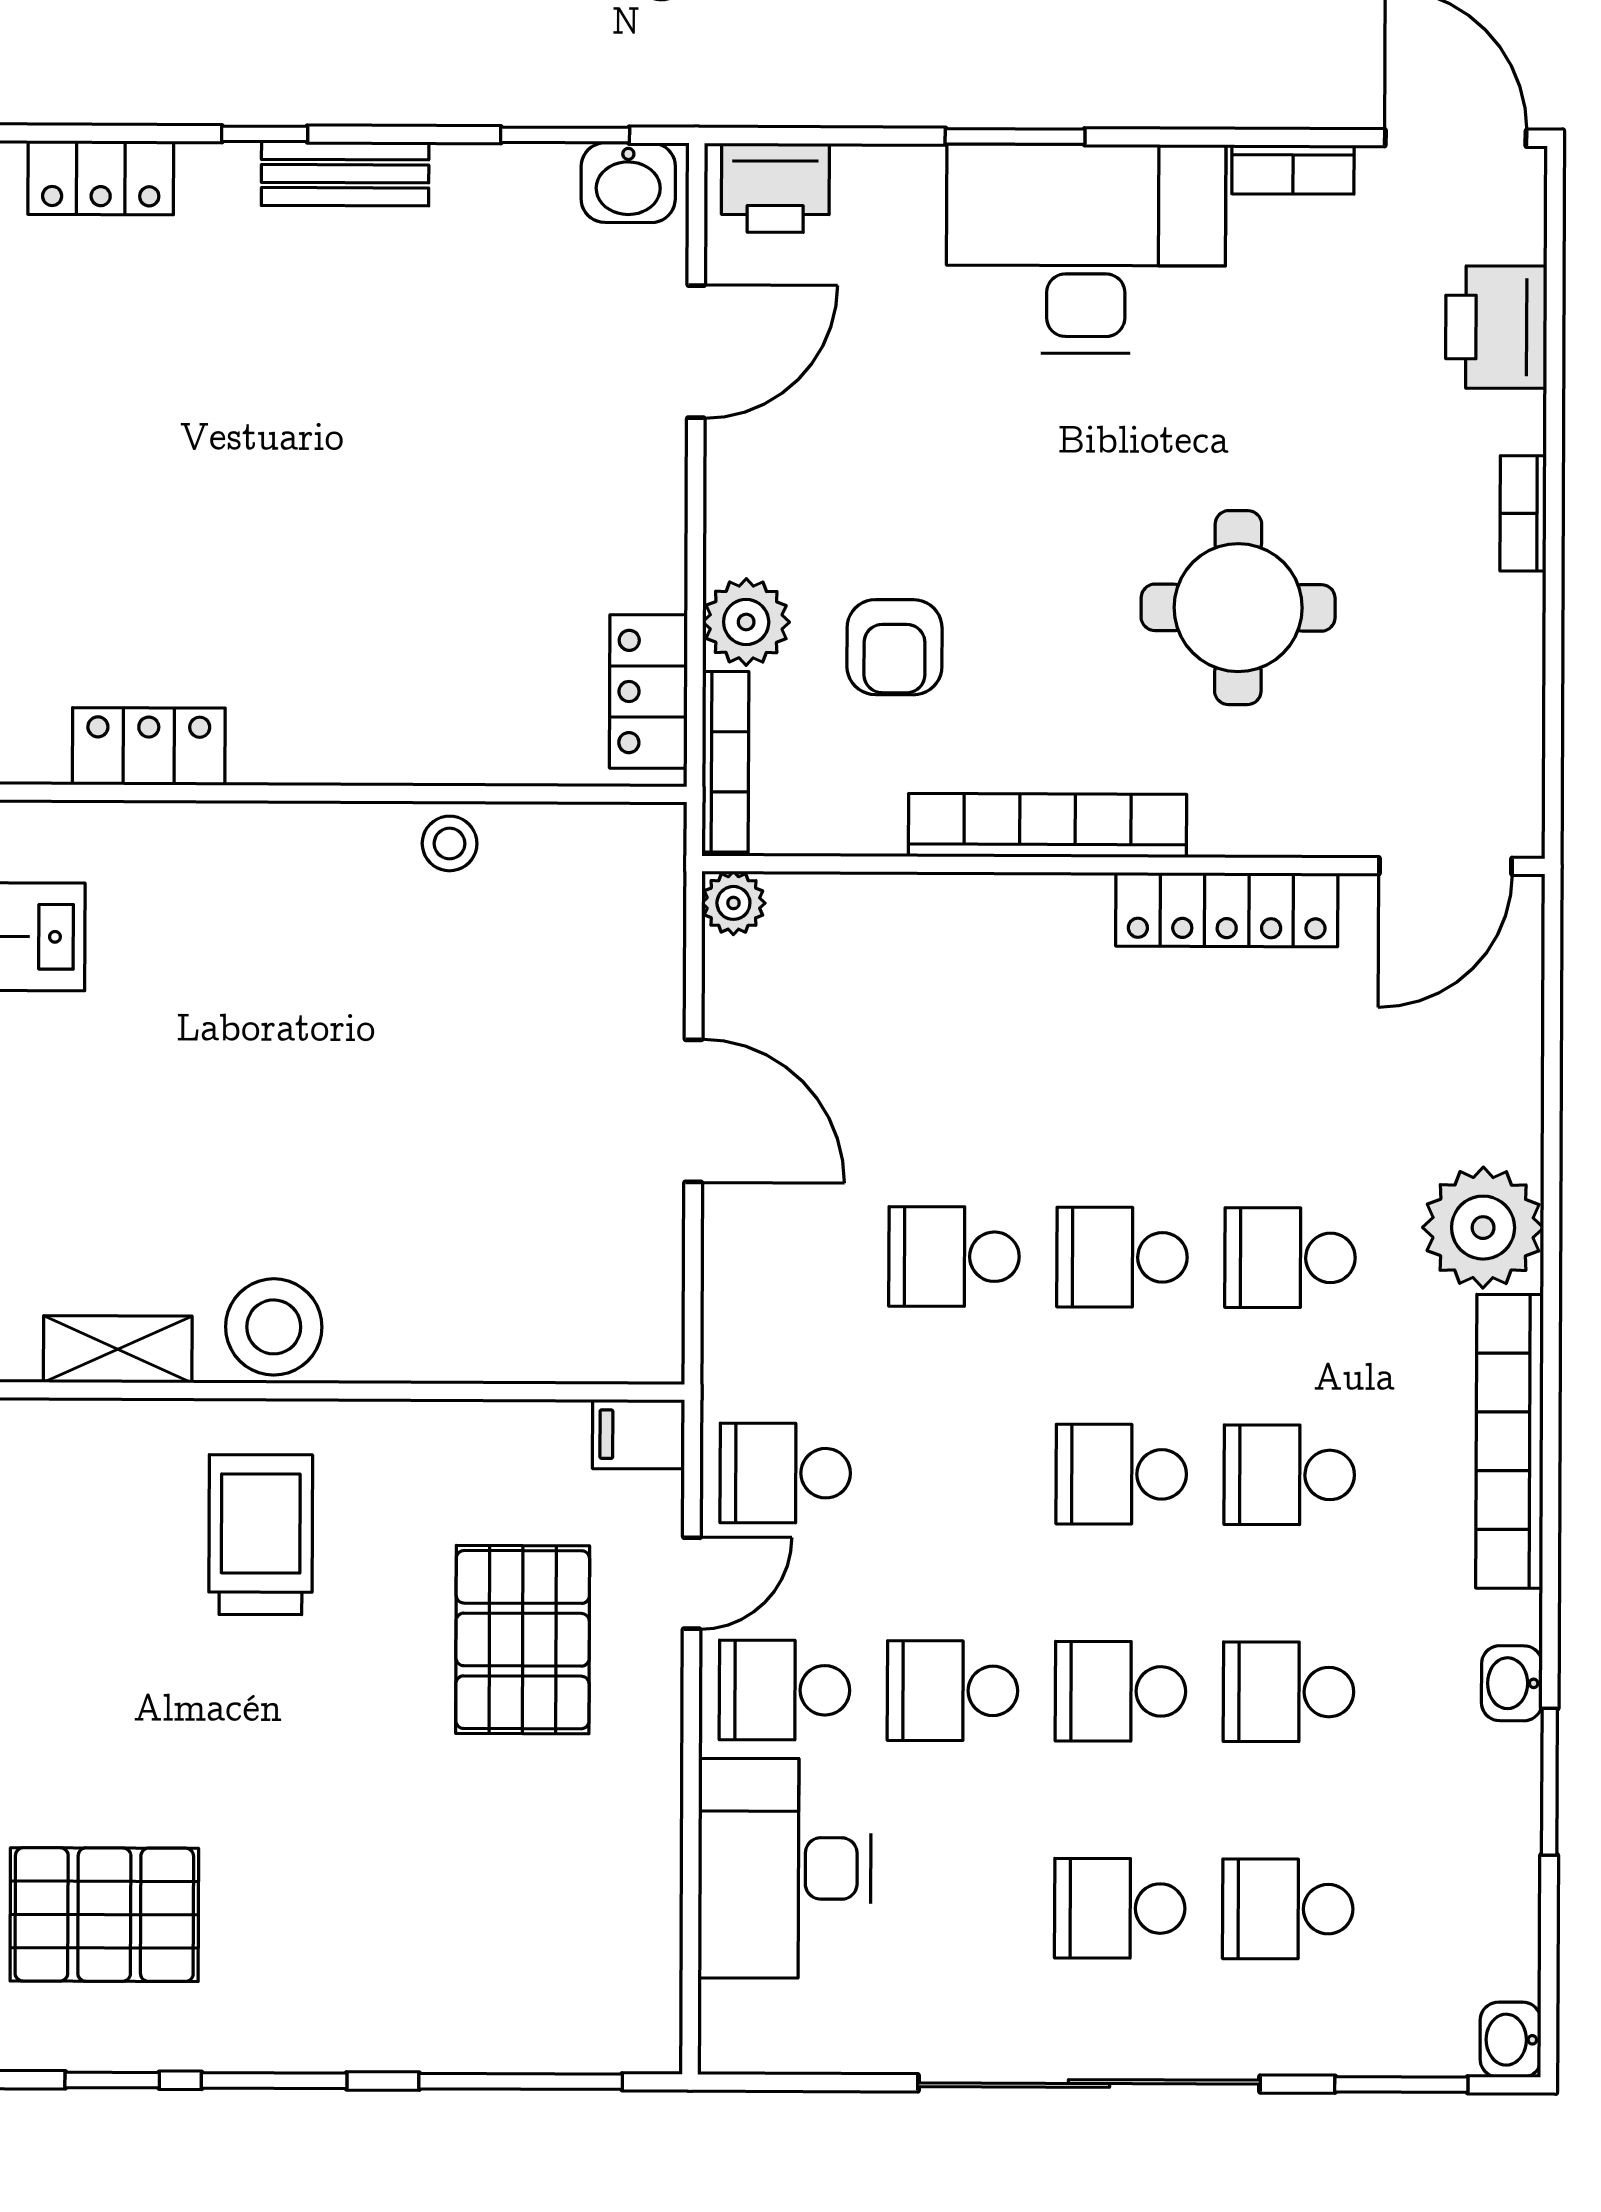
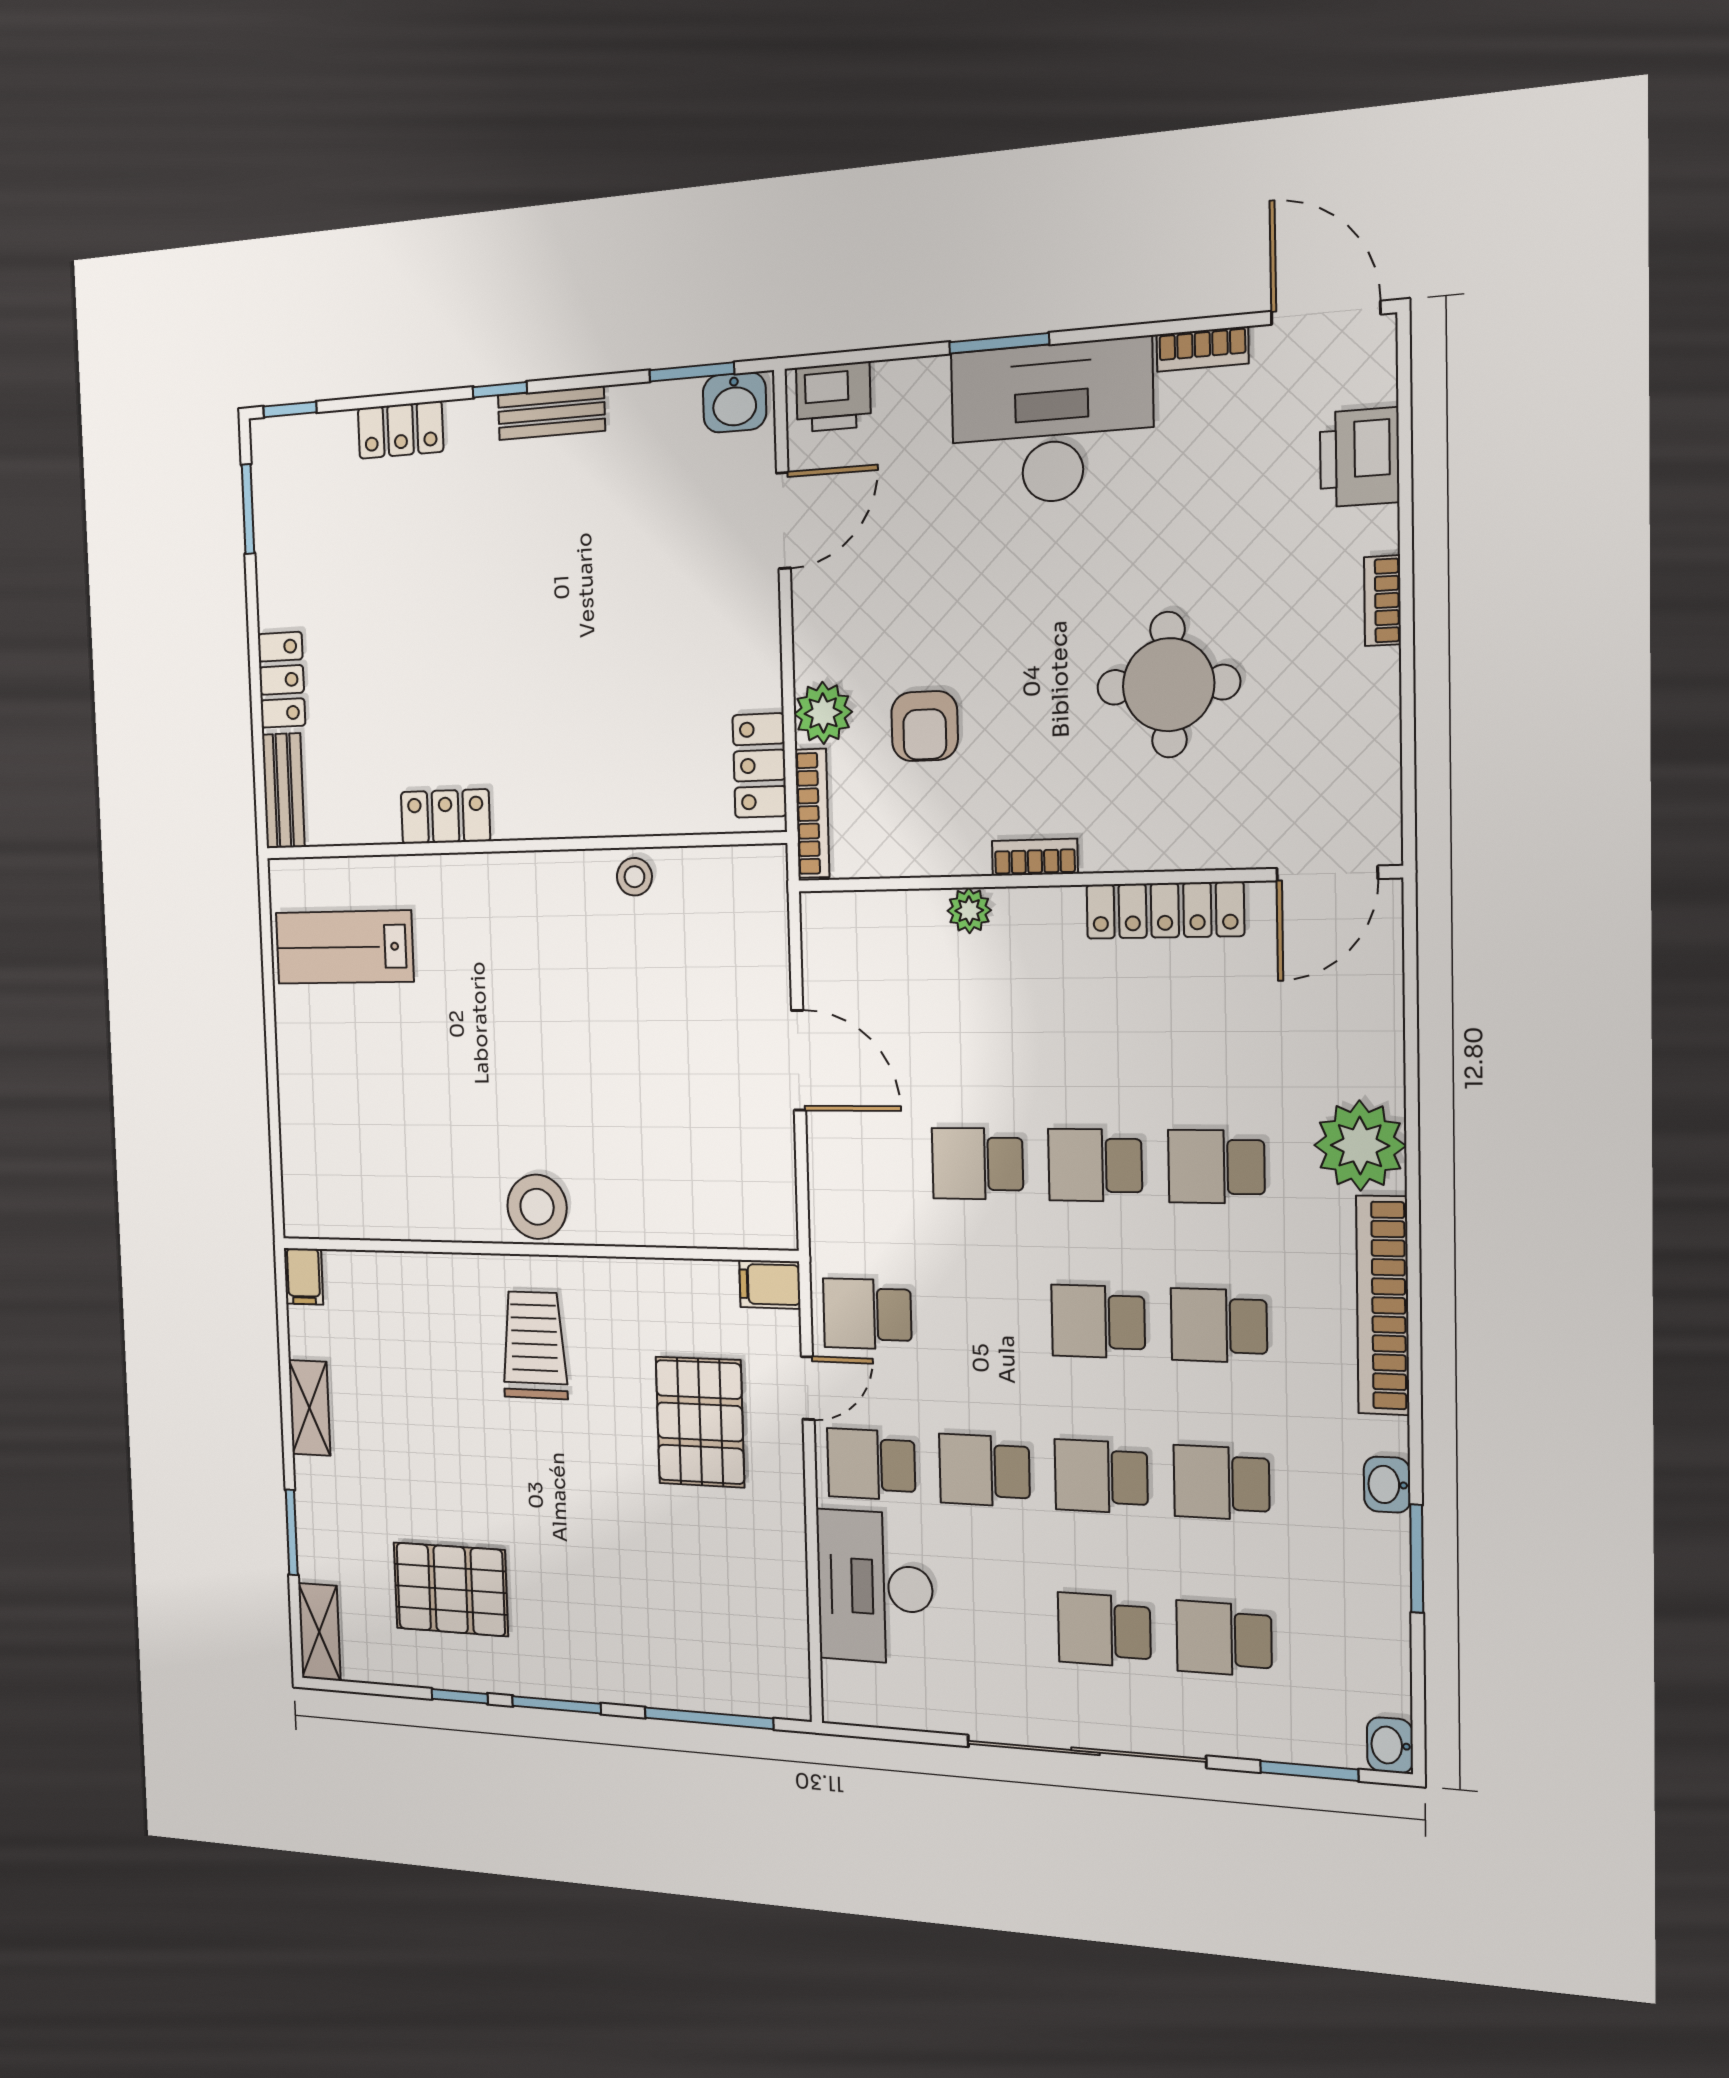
bookcase: (1048, 825) -> (1035, 857), width x0.43, depth x0.76
plant: (733, 903) -> (969, 910), moved
shelving: (118, 1349) -> (443, 1220), removed

